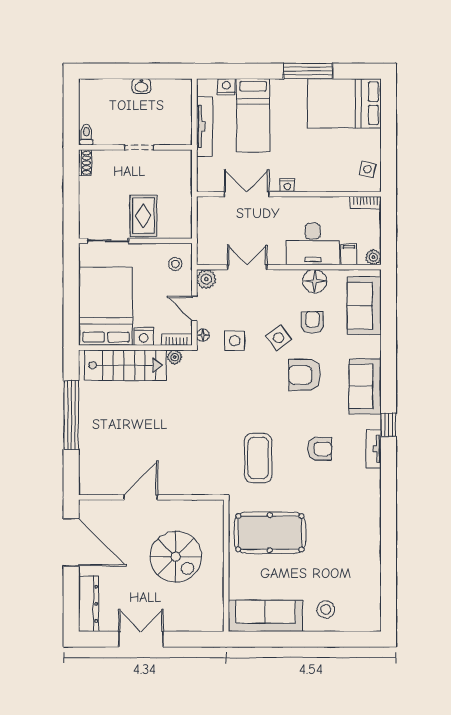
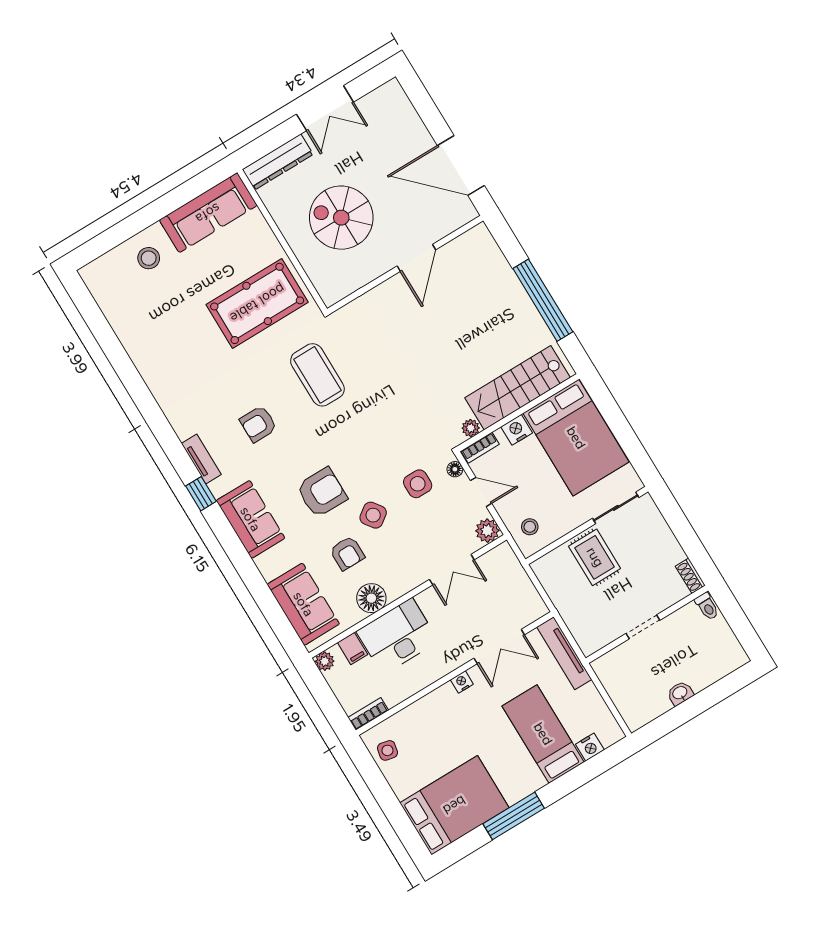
tv unit: (205, 126) -> (564, 653), moved
dresser: (89, 604) -> (278, 162), moved, turned -90

